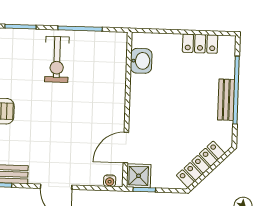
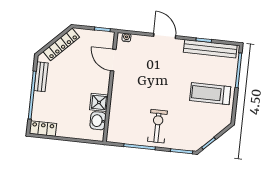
locker: (200, 44) -> (43, 129), moved
bench: (226, 100) -> (41, 77), moved
door: (126, 148) -> (113, 60), swing flipped
shower: (139, 176) -> (99, 102), moved

